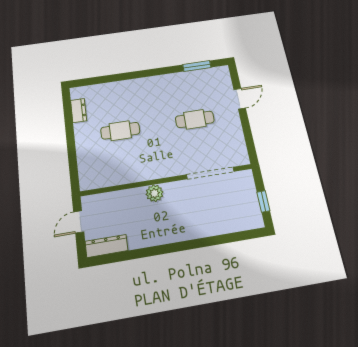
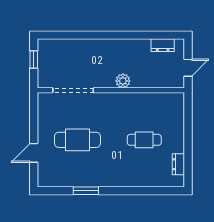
window: (197, 66) -> (86, 191), moved
cafe table: (195, 119) -> (77, 140), width x1.37, depth x1.35
dresser: (106, 246) -> (163, 45), width x0.70

